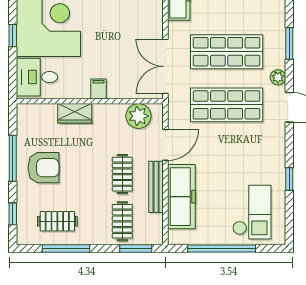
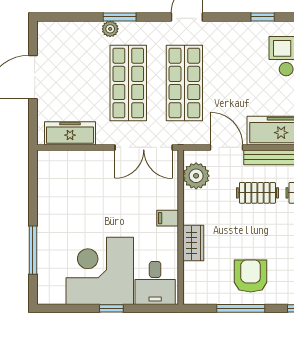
plant: (278, 77) -> (110, 29), moved

